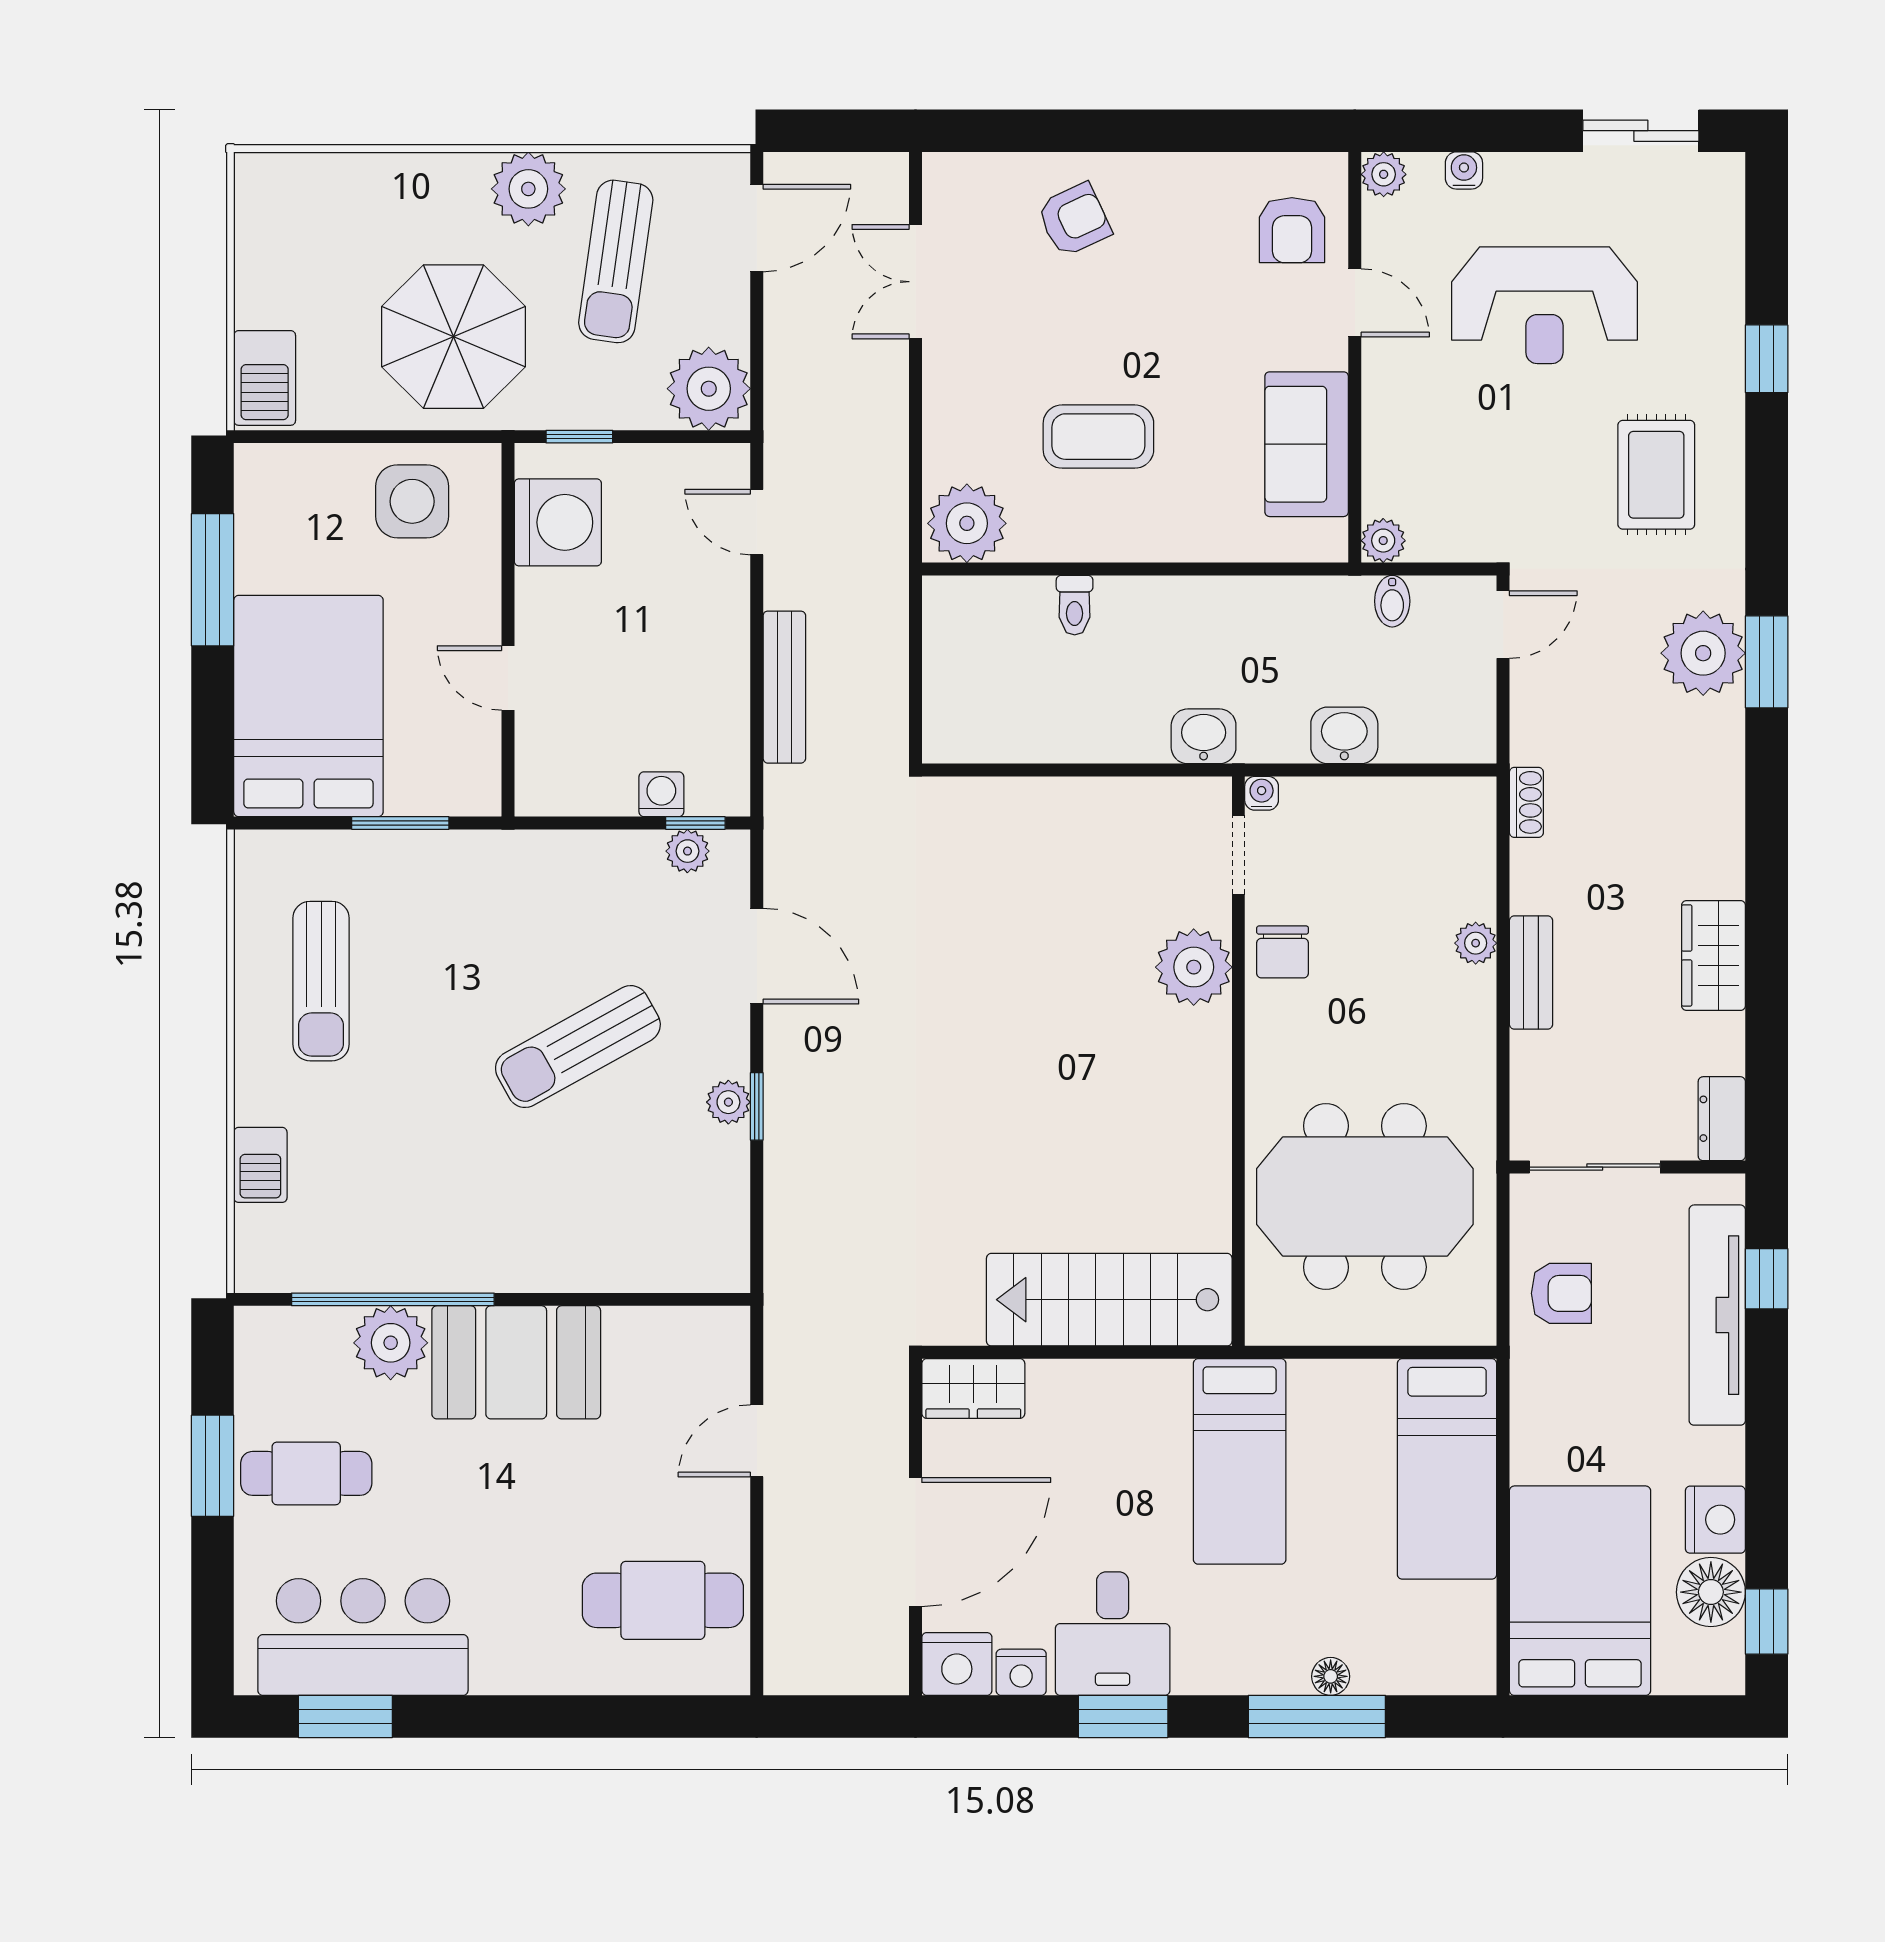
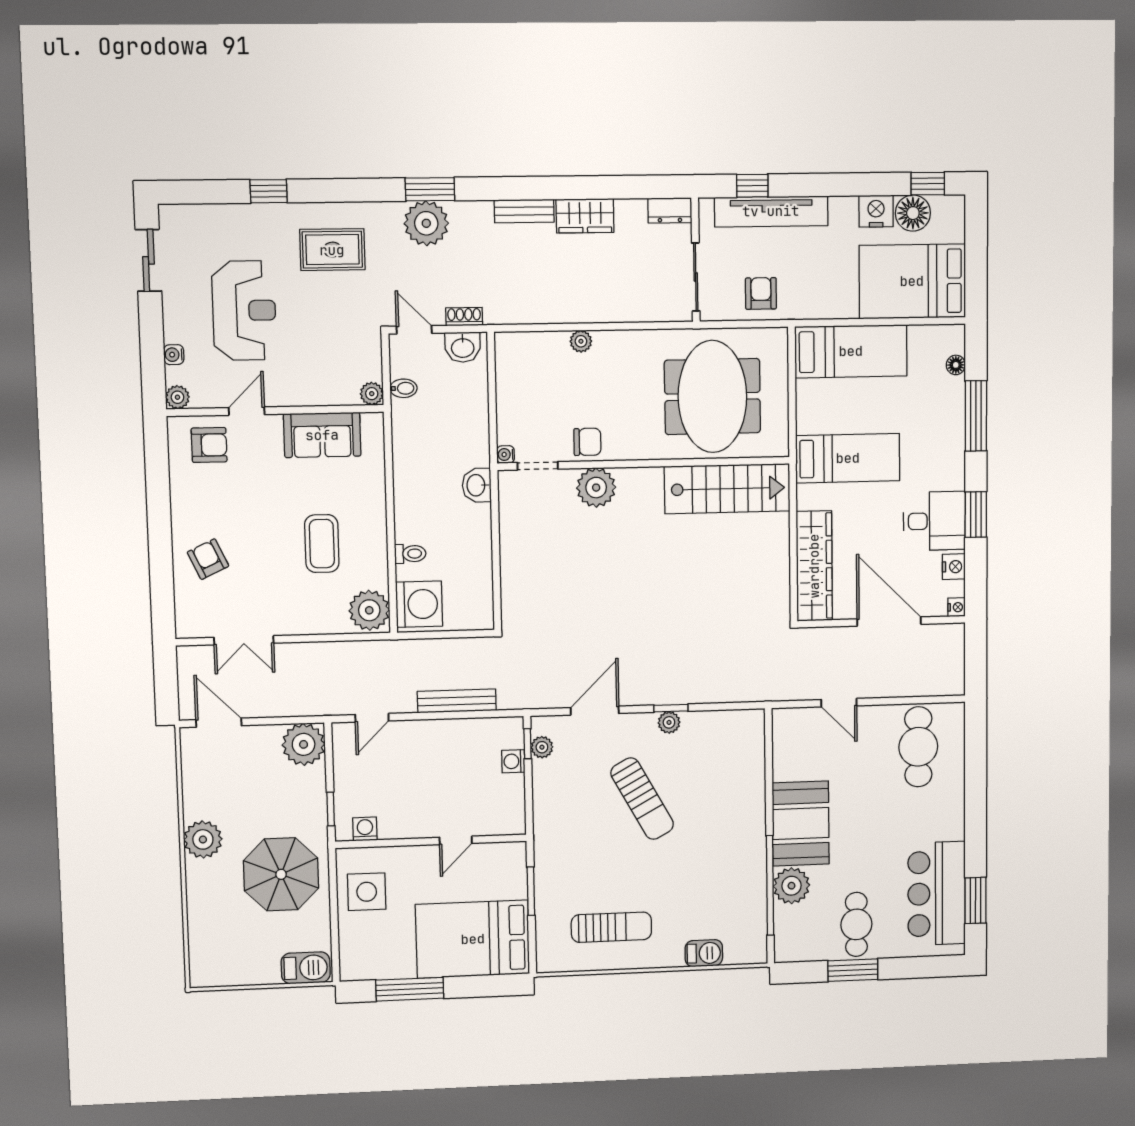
sun lounger: (616, 261) -> (239, 794), removed
washing machine: (558, 522) -> (365, 829), width x0.53, depth x0.53
washing machine: (976, 619) -> (419, 604), added
washbasin: (1344, 735) -> (463, 347), moved, turned -90
shoe rack: (1526, 802) -> (464, 317), moved
bench: (1531, 973) -> (524, 211), moved
stairs: (1109, 1300) -> (727, 489), moved, turned -90
wardrobe: (973, 1389) -> (814, 566), width x2.10, depth x1.17
nightstand: (957, 1664) -> (957, 607), width x0.53, depth x0.56
floor lamp: (1331, 1676) -> (956, 365), moved

